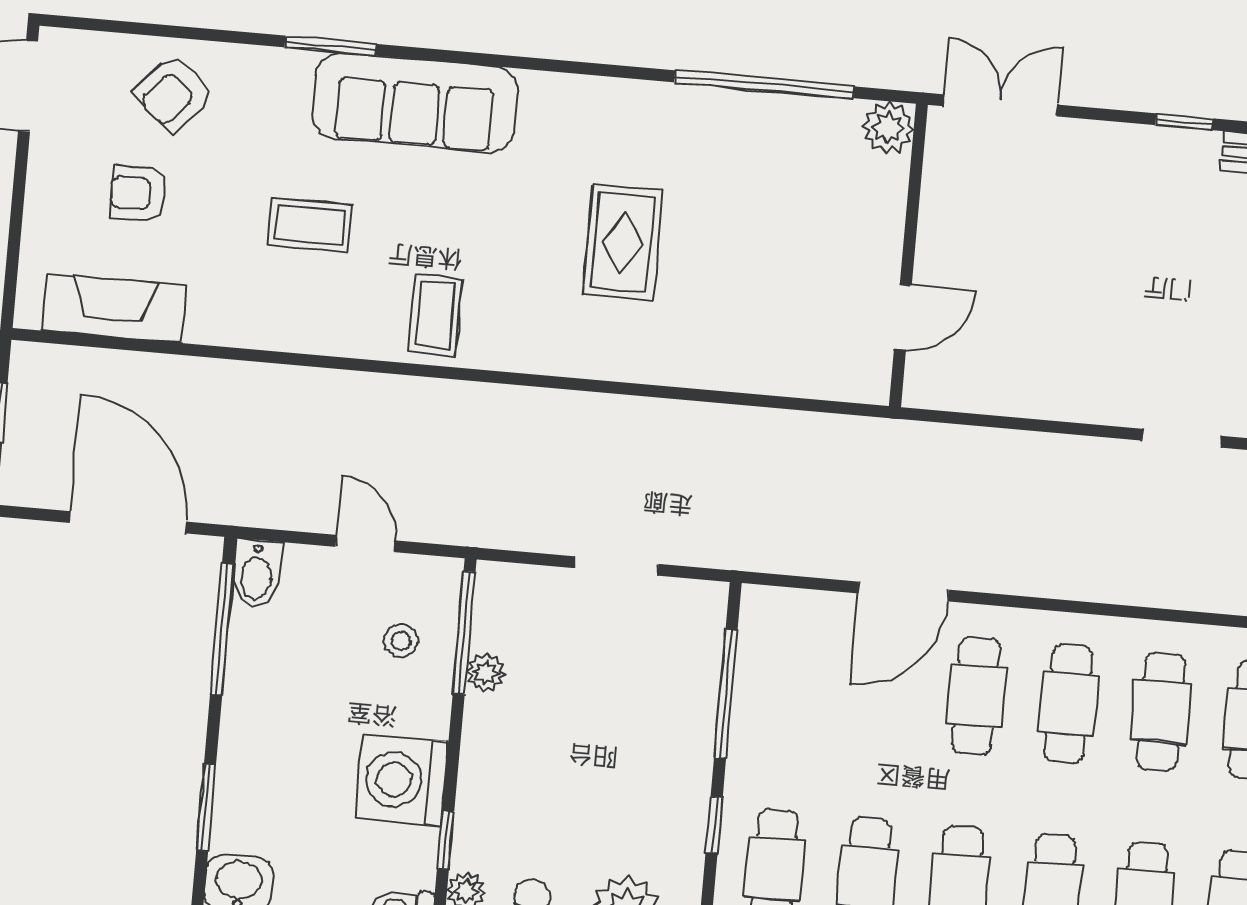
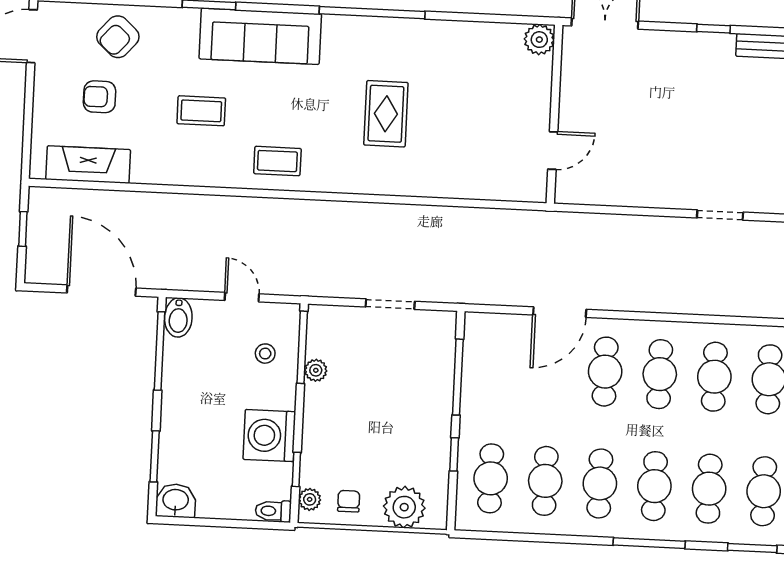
window: (764, 84) -> (372, 13), moved
coffee table: (435, 315) -> (277, 161), turned 90

